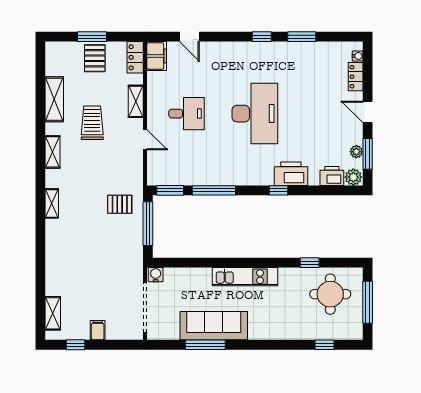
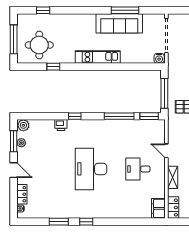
door: (189, 37) -> (136, 222), removed
printer: (291, 174) -> (61, 125), width x0.53, depth x0.68
printer: (332, 176) -> (38, 126), removed

